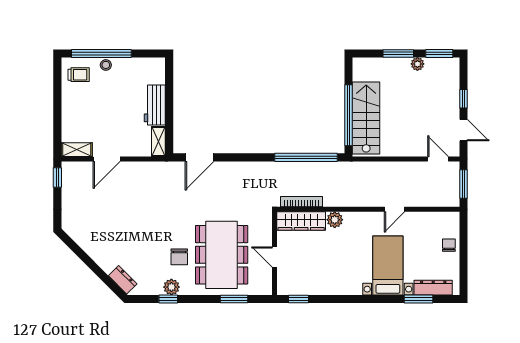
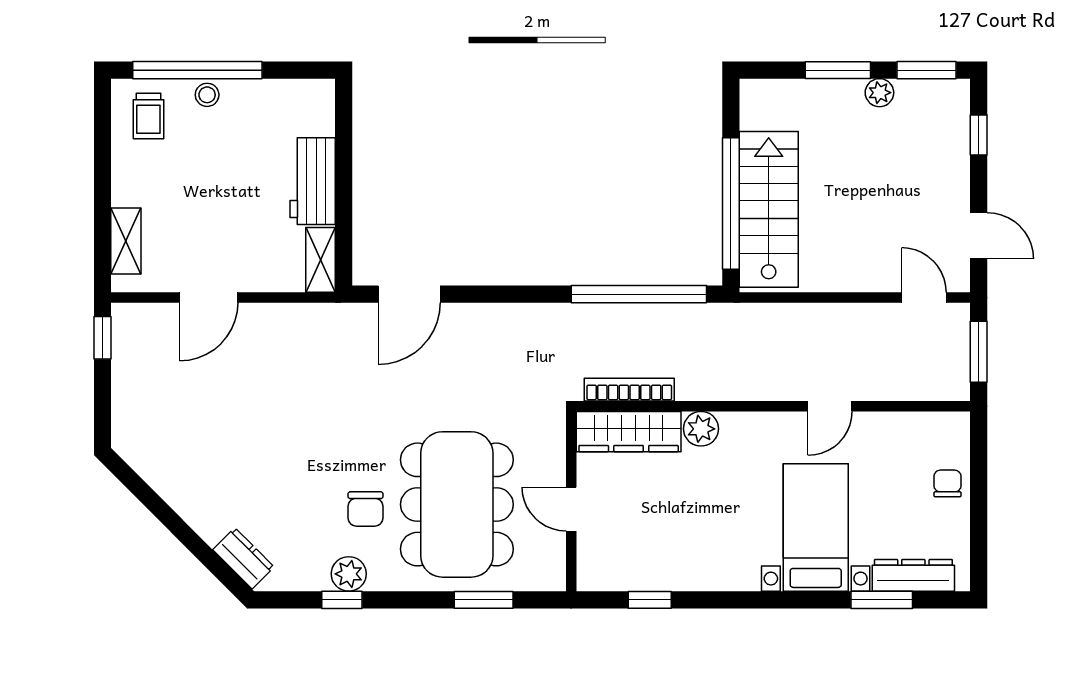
trolley: (79, 75) -> (148, 116), turned 90
window: (463, 99) -> (979, 135), moved
shelving: (77, 150) -> (126, 241), moved, turned 90
window: (298, 299) -> (650, 600), moved

